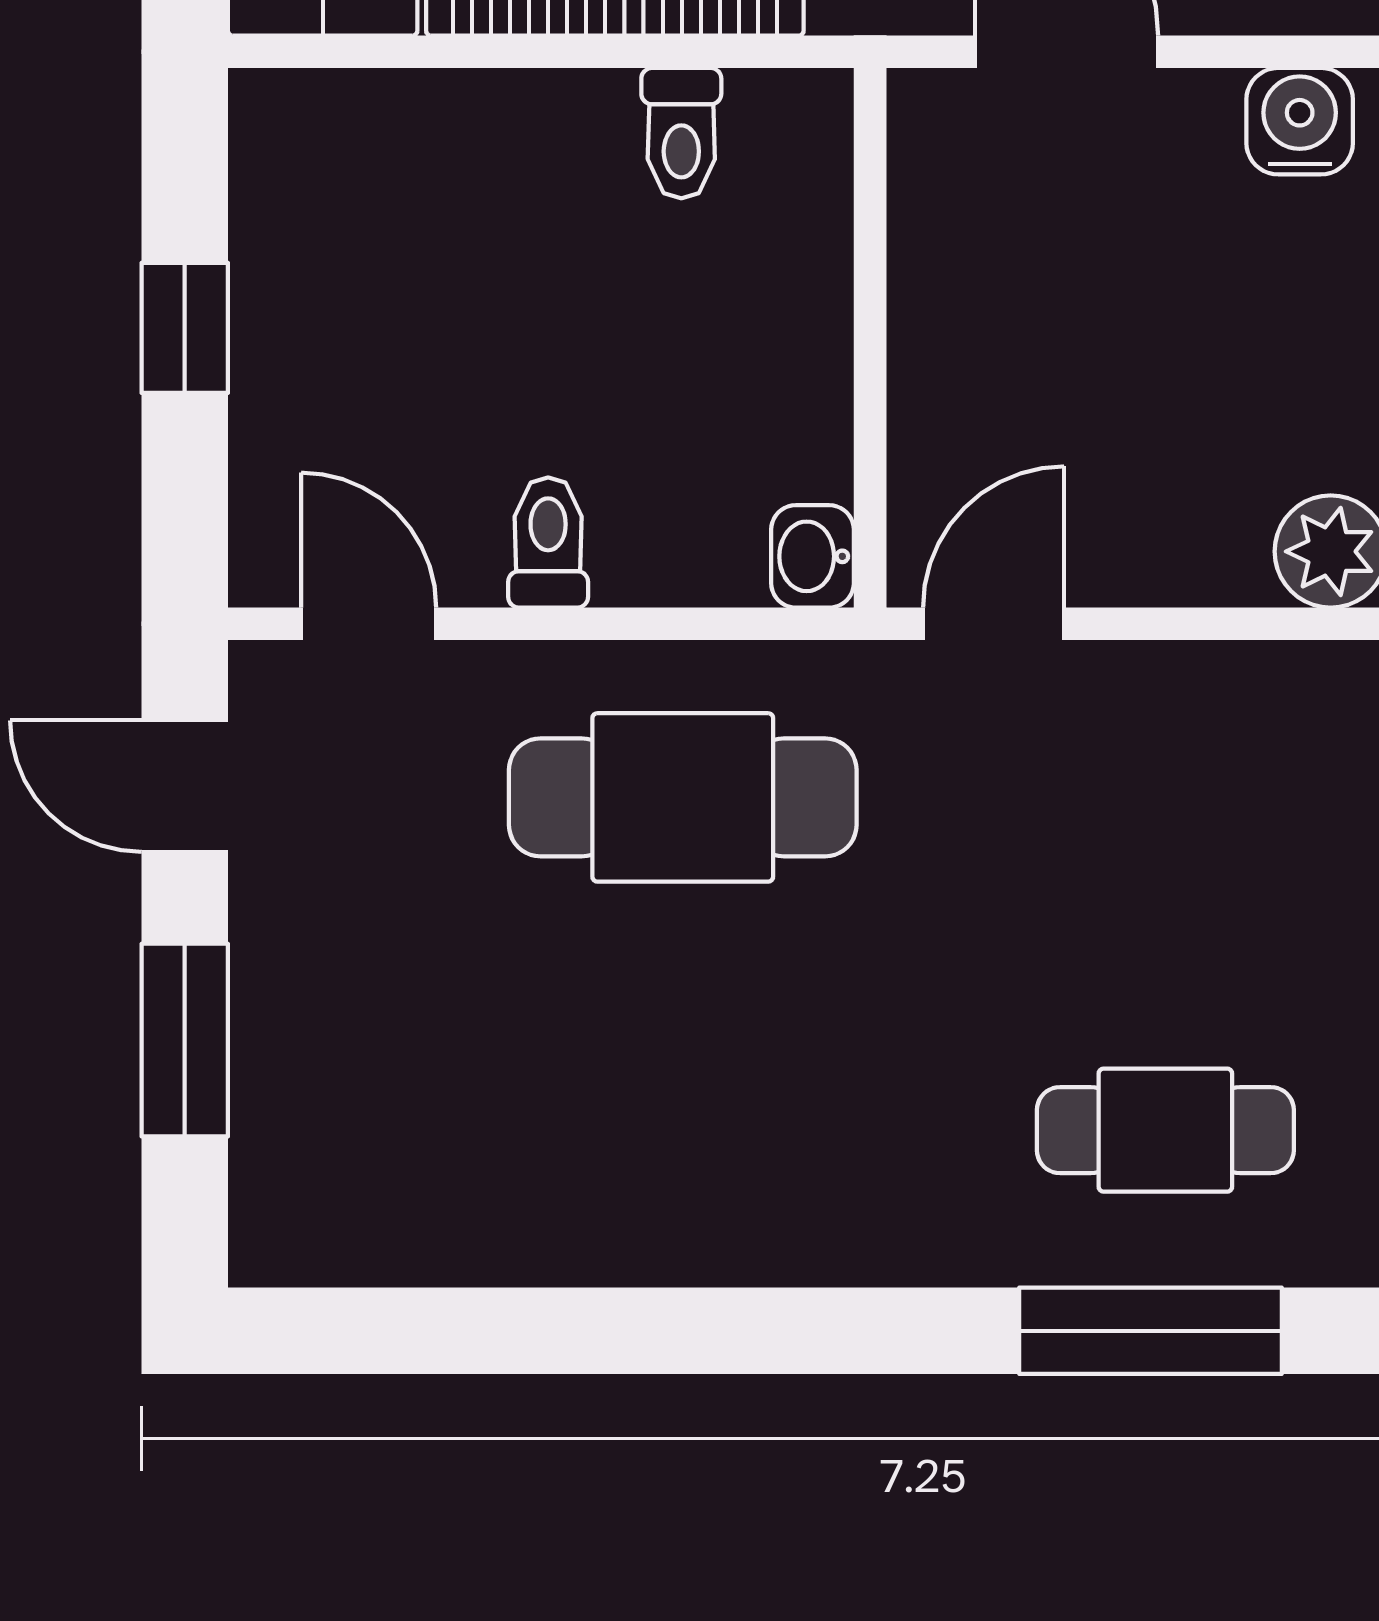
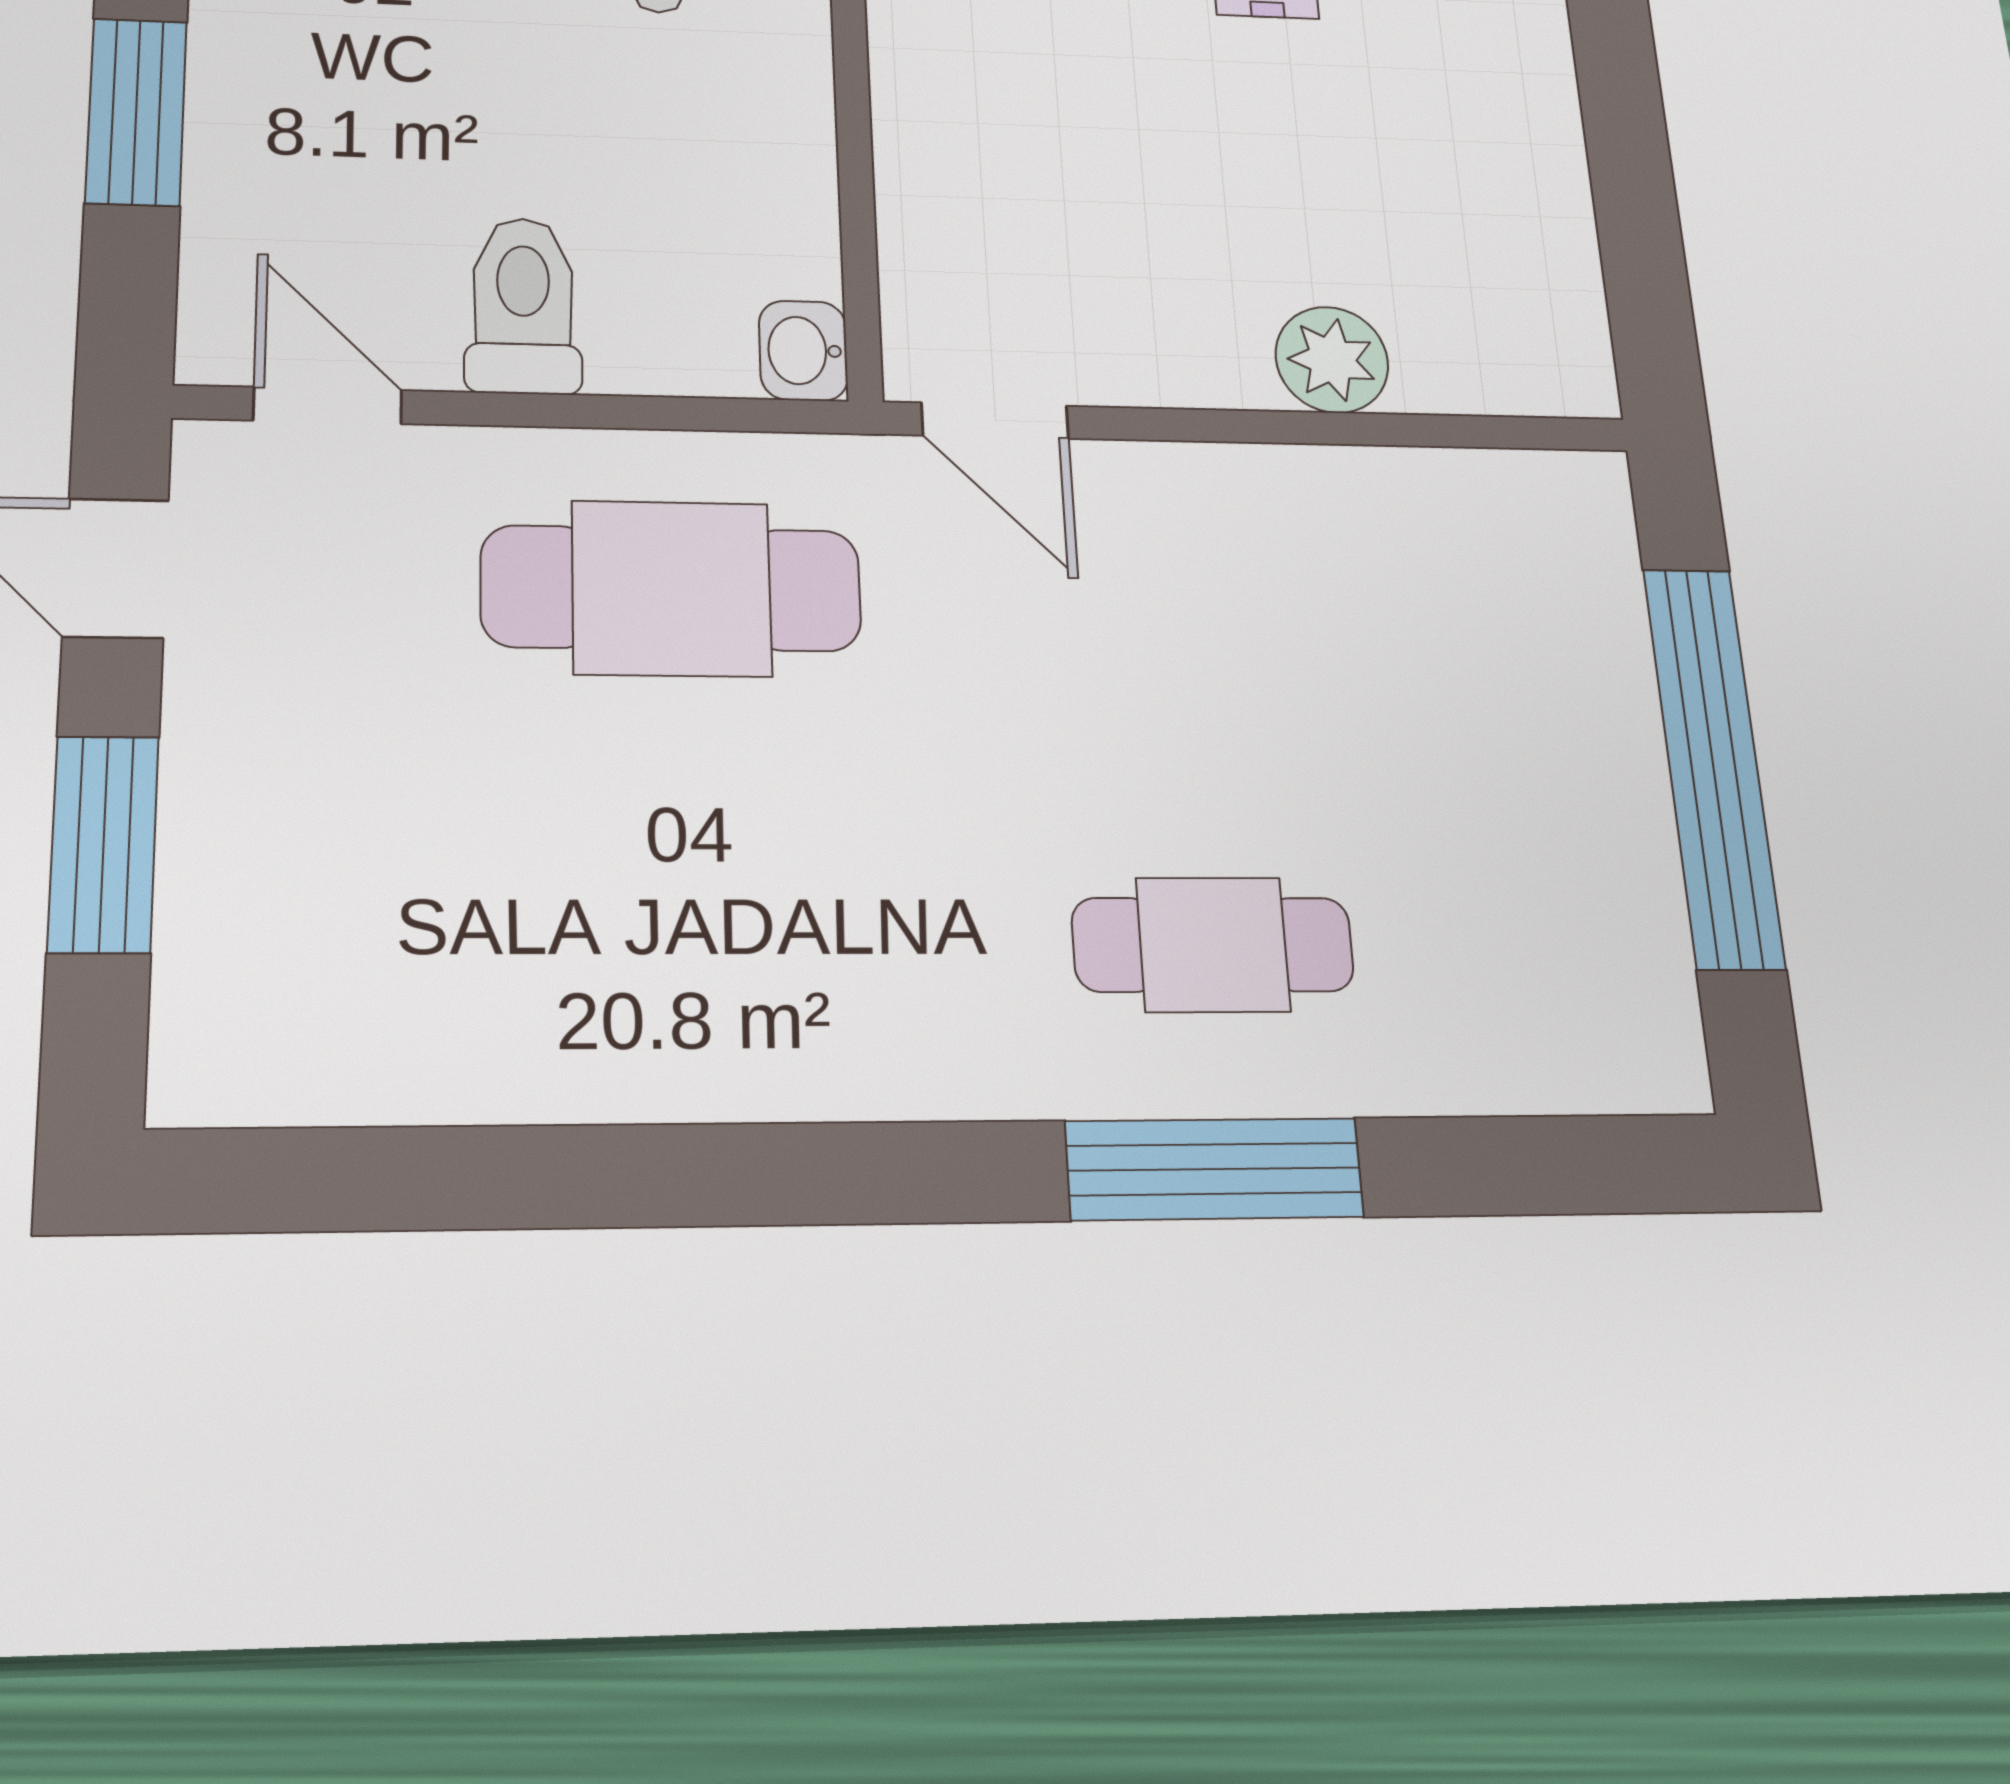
window: (185, 328) -> (136, 112), width x1.50
toilet: (548, 543) -> (523, 305), width x1.37, depth x1.39
door: (994, 624) -> (995, 421), swing flipped

